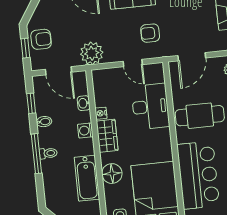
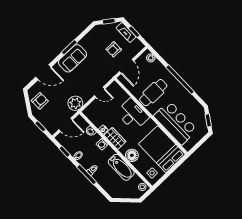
armchair: (150, 33) -> (114, 49), moved
armchair: (41, 39) -> (40, 101), moved
desk: (150, 107) -> (132, 115), moved

